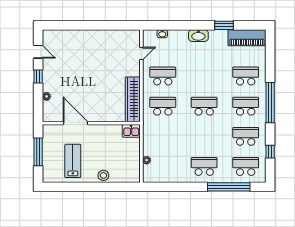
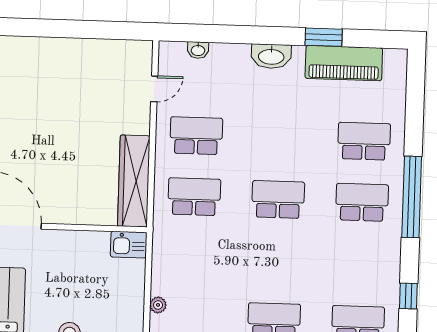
piano: (247, 38) -> (344, 63), moved
school desk: (246, 136) -> (360, 263), removed

